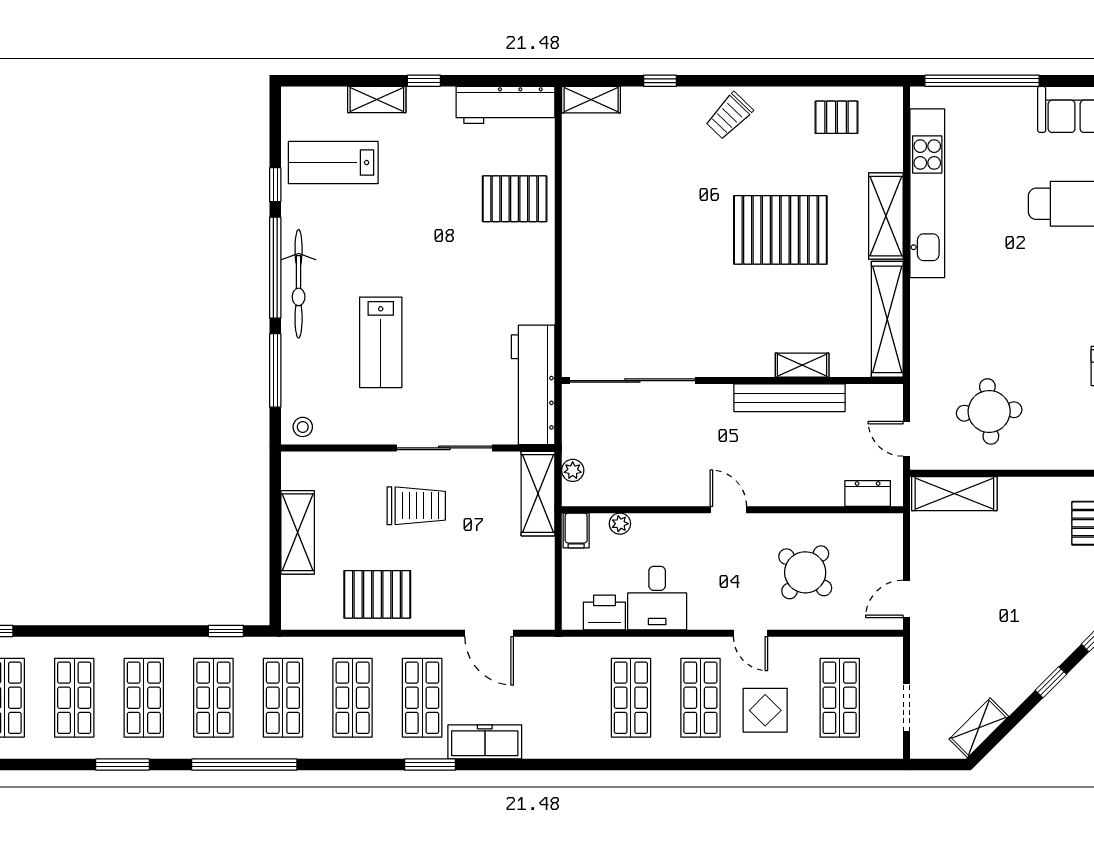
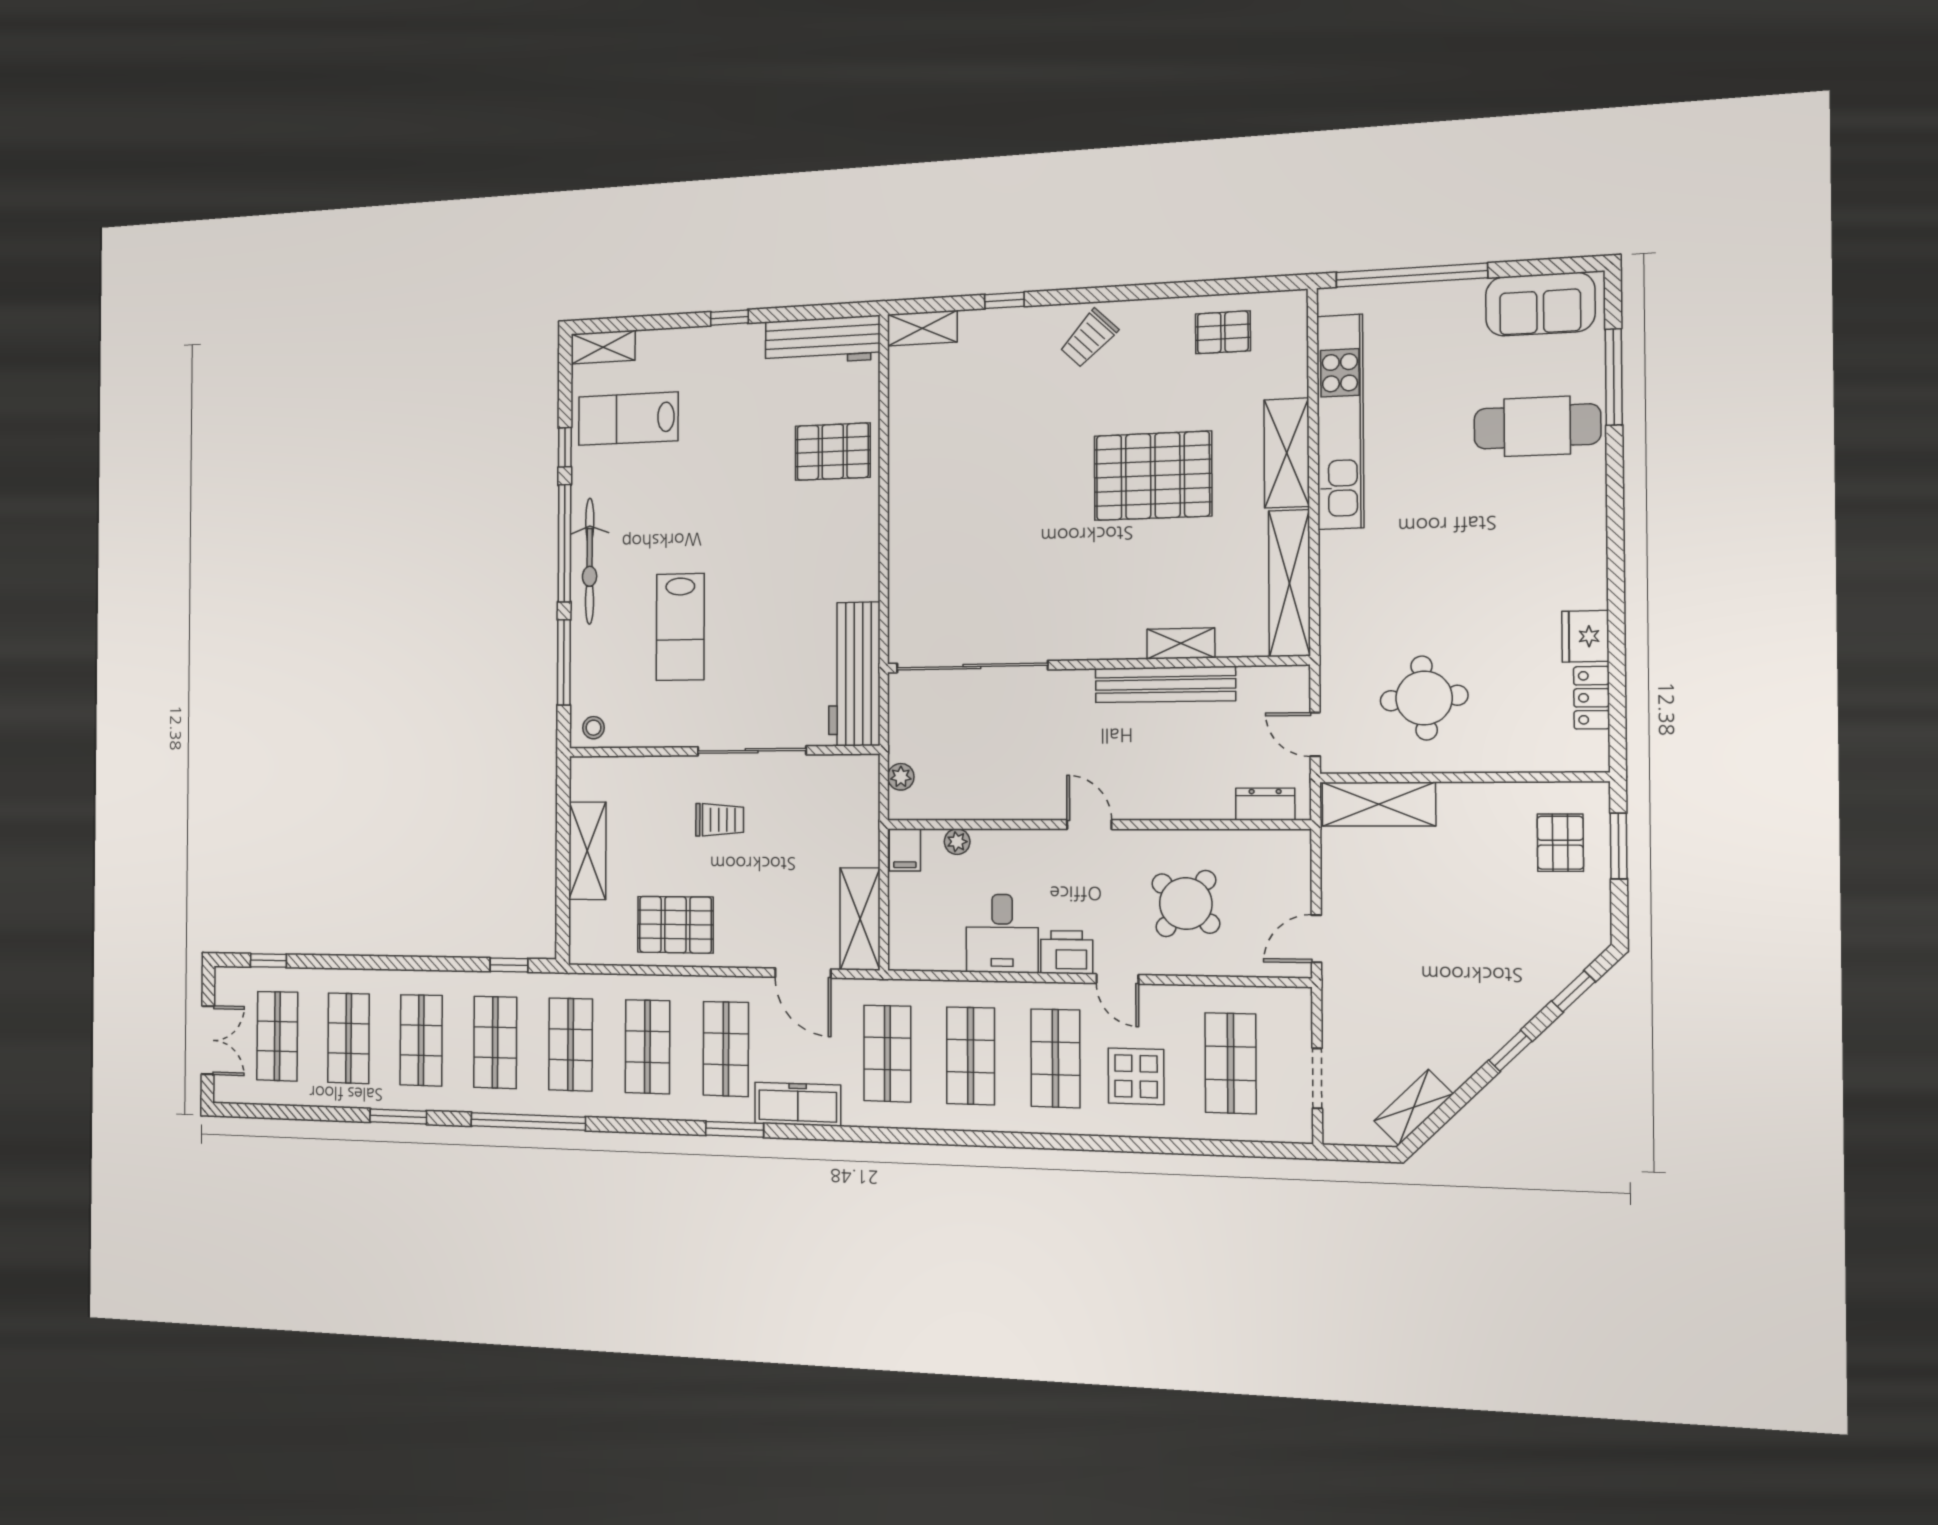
shelving: (377, 99) -> (603, 347), moved
shelving: (538, 494) -> (860, 919), moved
trolley: (416, 506) -> (720, 820), width x0.73, depth x0.72
printer: (604, 613) -> (1067, 952), moved
shop shelf: (561, 698) -> (887, 1053), added

